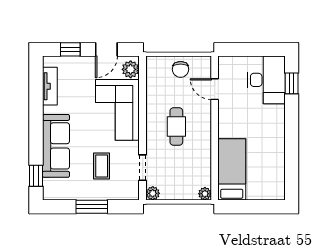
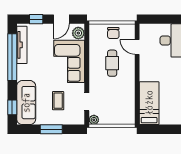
tv unit: (50, 86) -> (22, 45), width x1.41
window: (36, 104) -> (12, 57), added
cafe table: (176, 126) -> (112, 63), moved
sofa: (56, 146) -> (26, 103), moved
plant: (205, 194) -> (130, 120), removed

